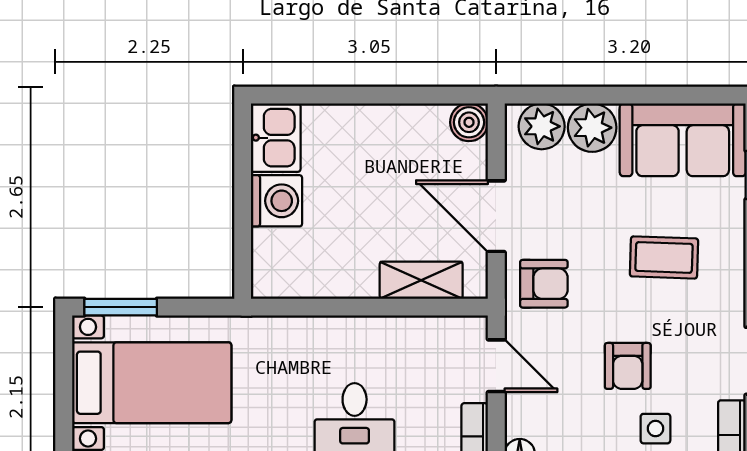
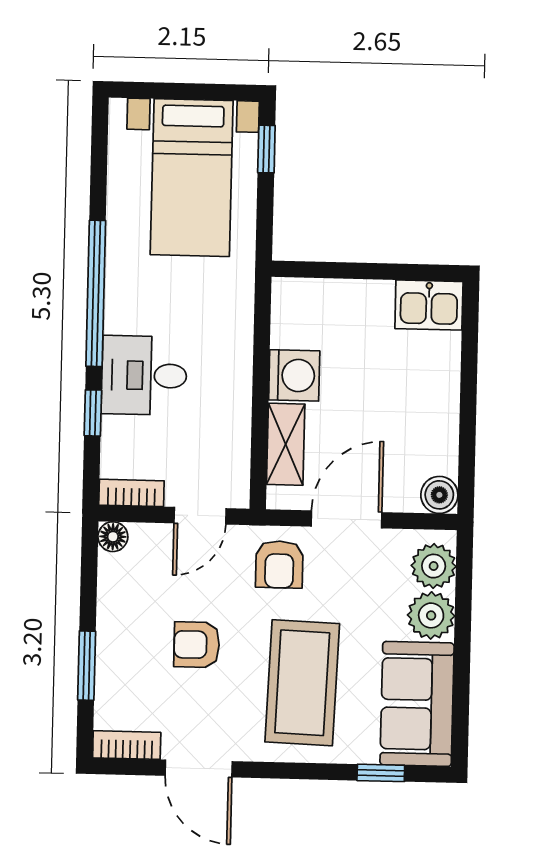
washing machine: (277, 201) -> (294, 375), moved, turned -90
coffee table: (664, 257) -> (302, 683), width x1.86, depth x1.72
window: (121, 307) -> (266, 149), width x0.67
side table: (655, 429) -> (135, 670), removed

